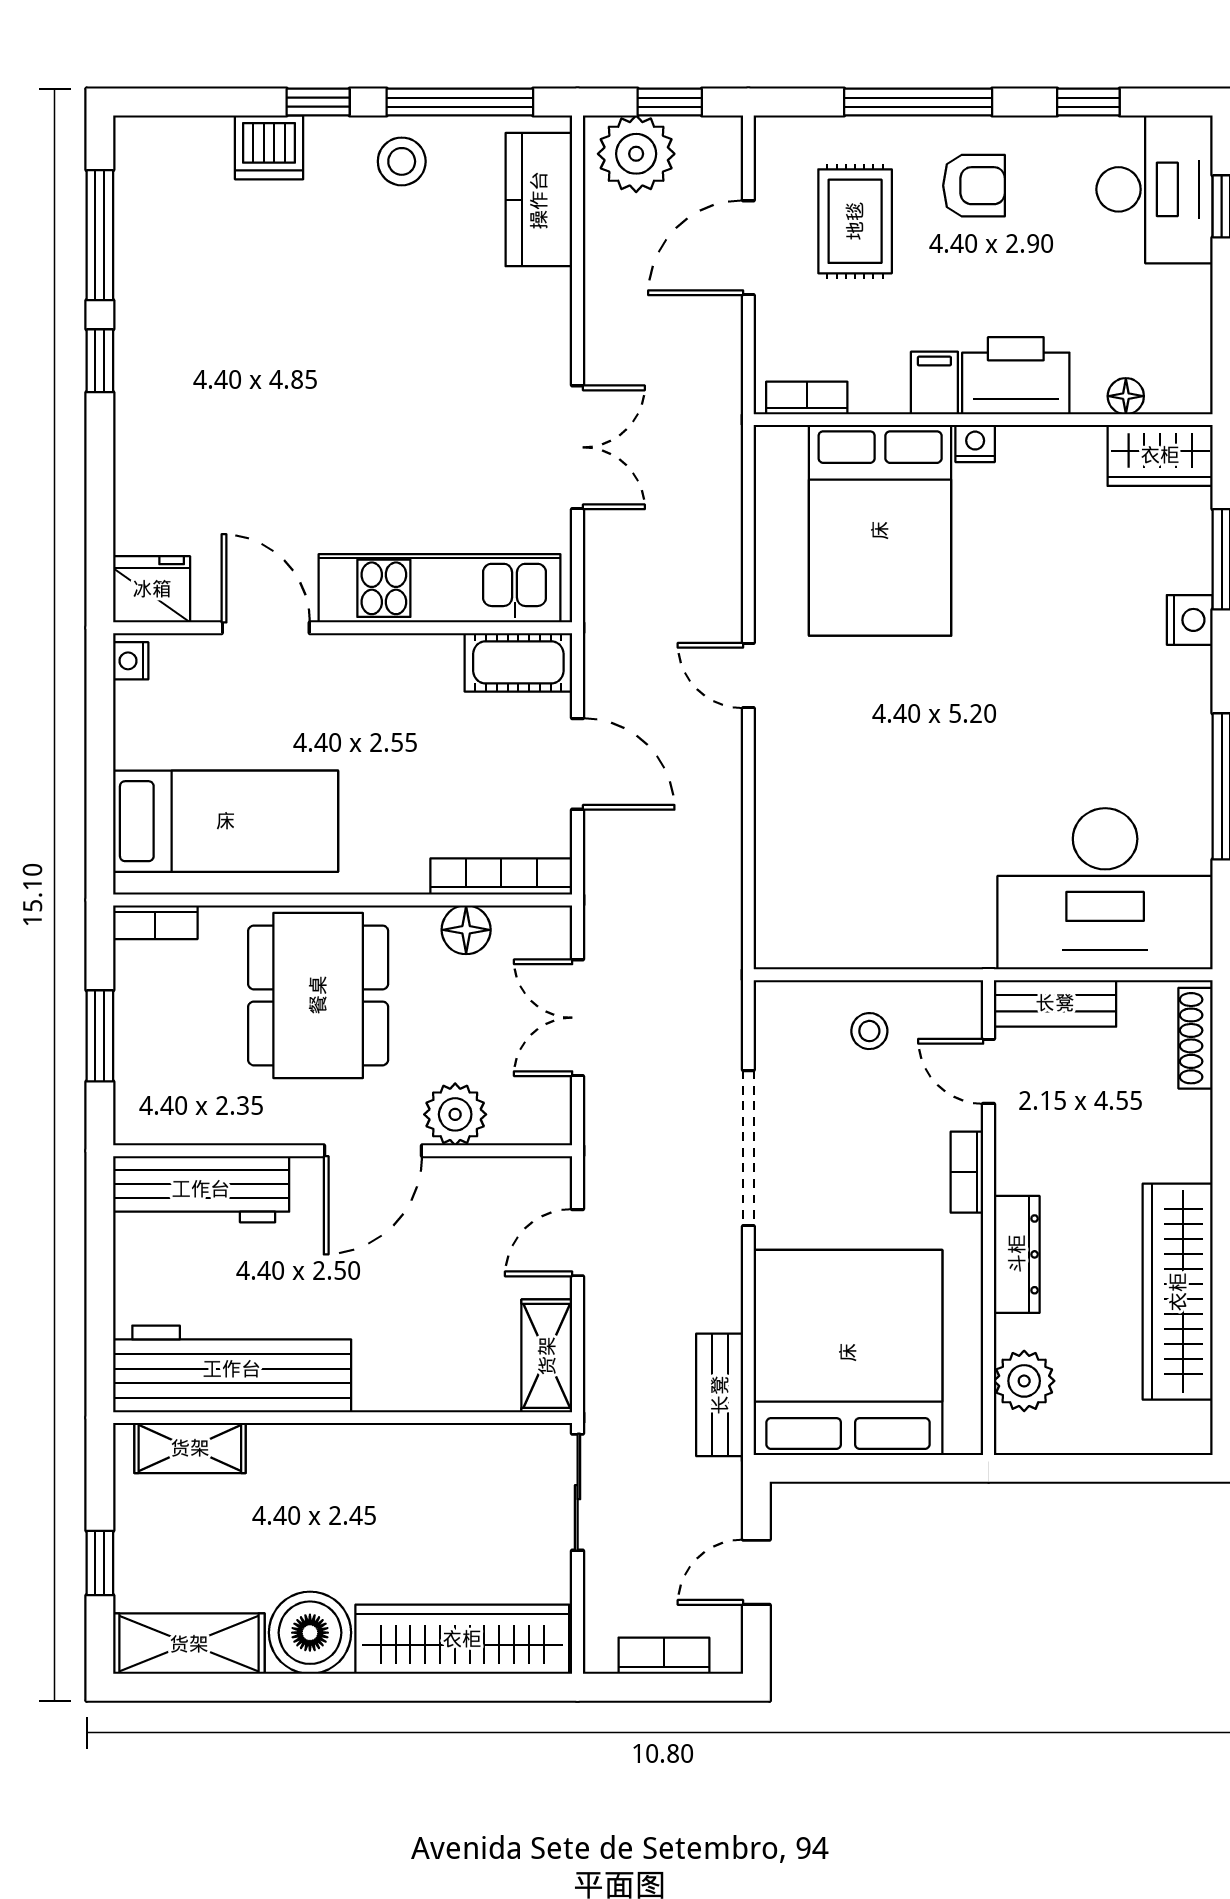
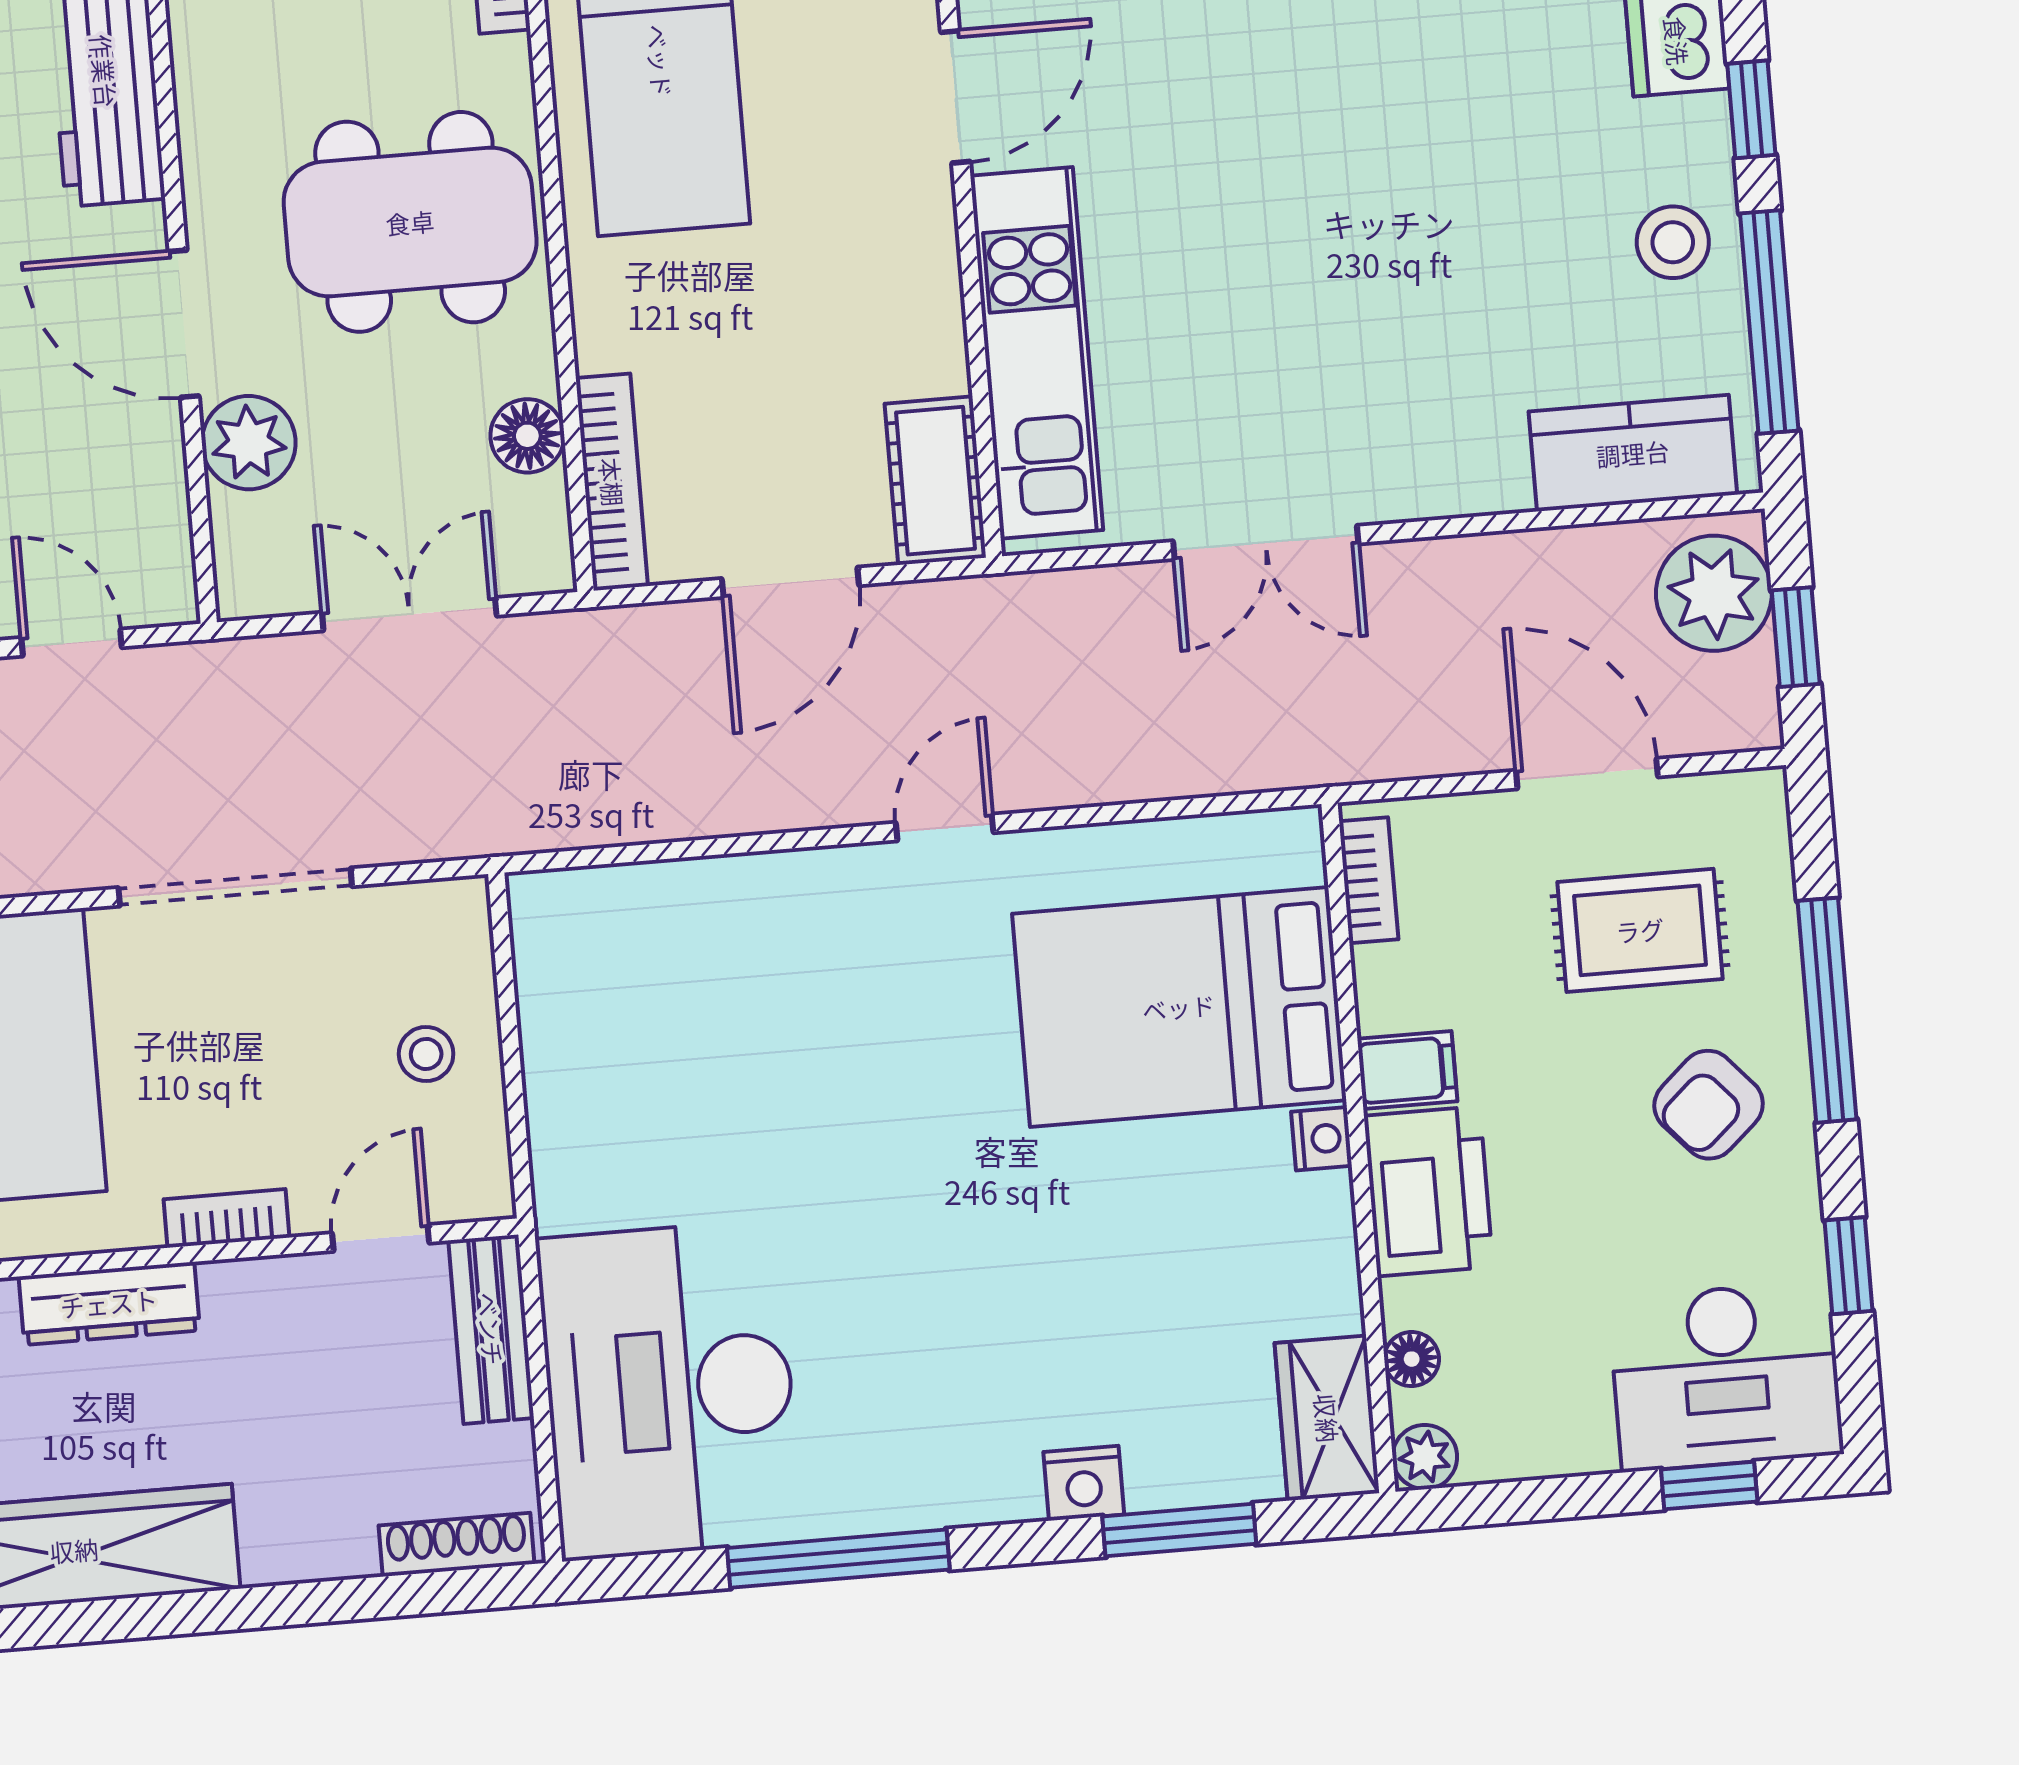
armchair: (974, 186) -> (1709, 1105), turned 48
plant: (1191, 393) -> (1425, 1457), added

